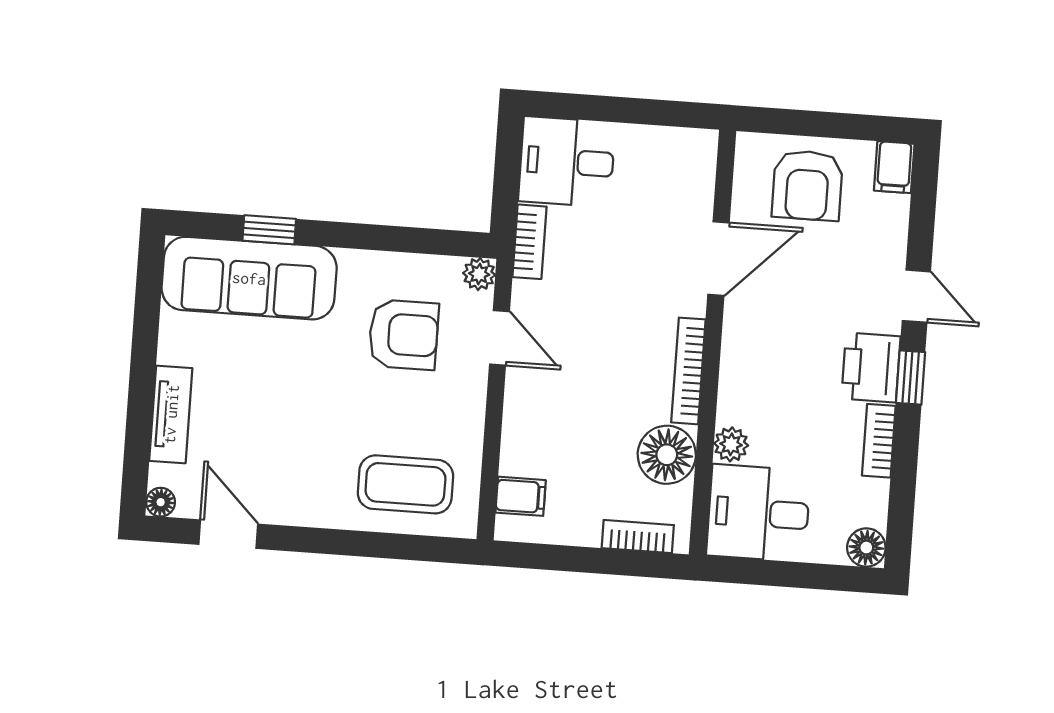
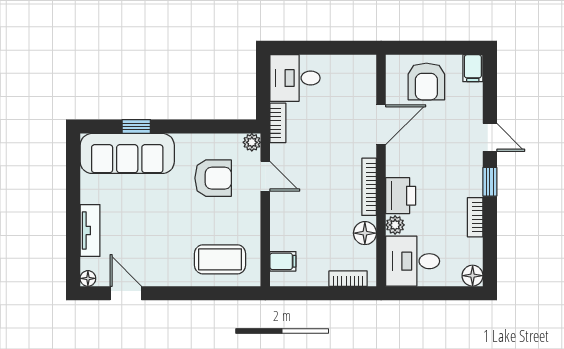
printer: (871, 367) -> (401, 196), moved, turned 180
floor lamp: (667, 455) -> (365, 233), width x0.73, depth x0.73

